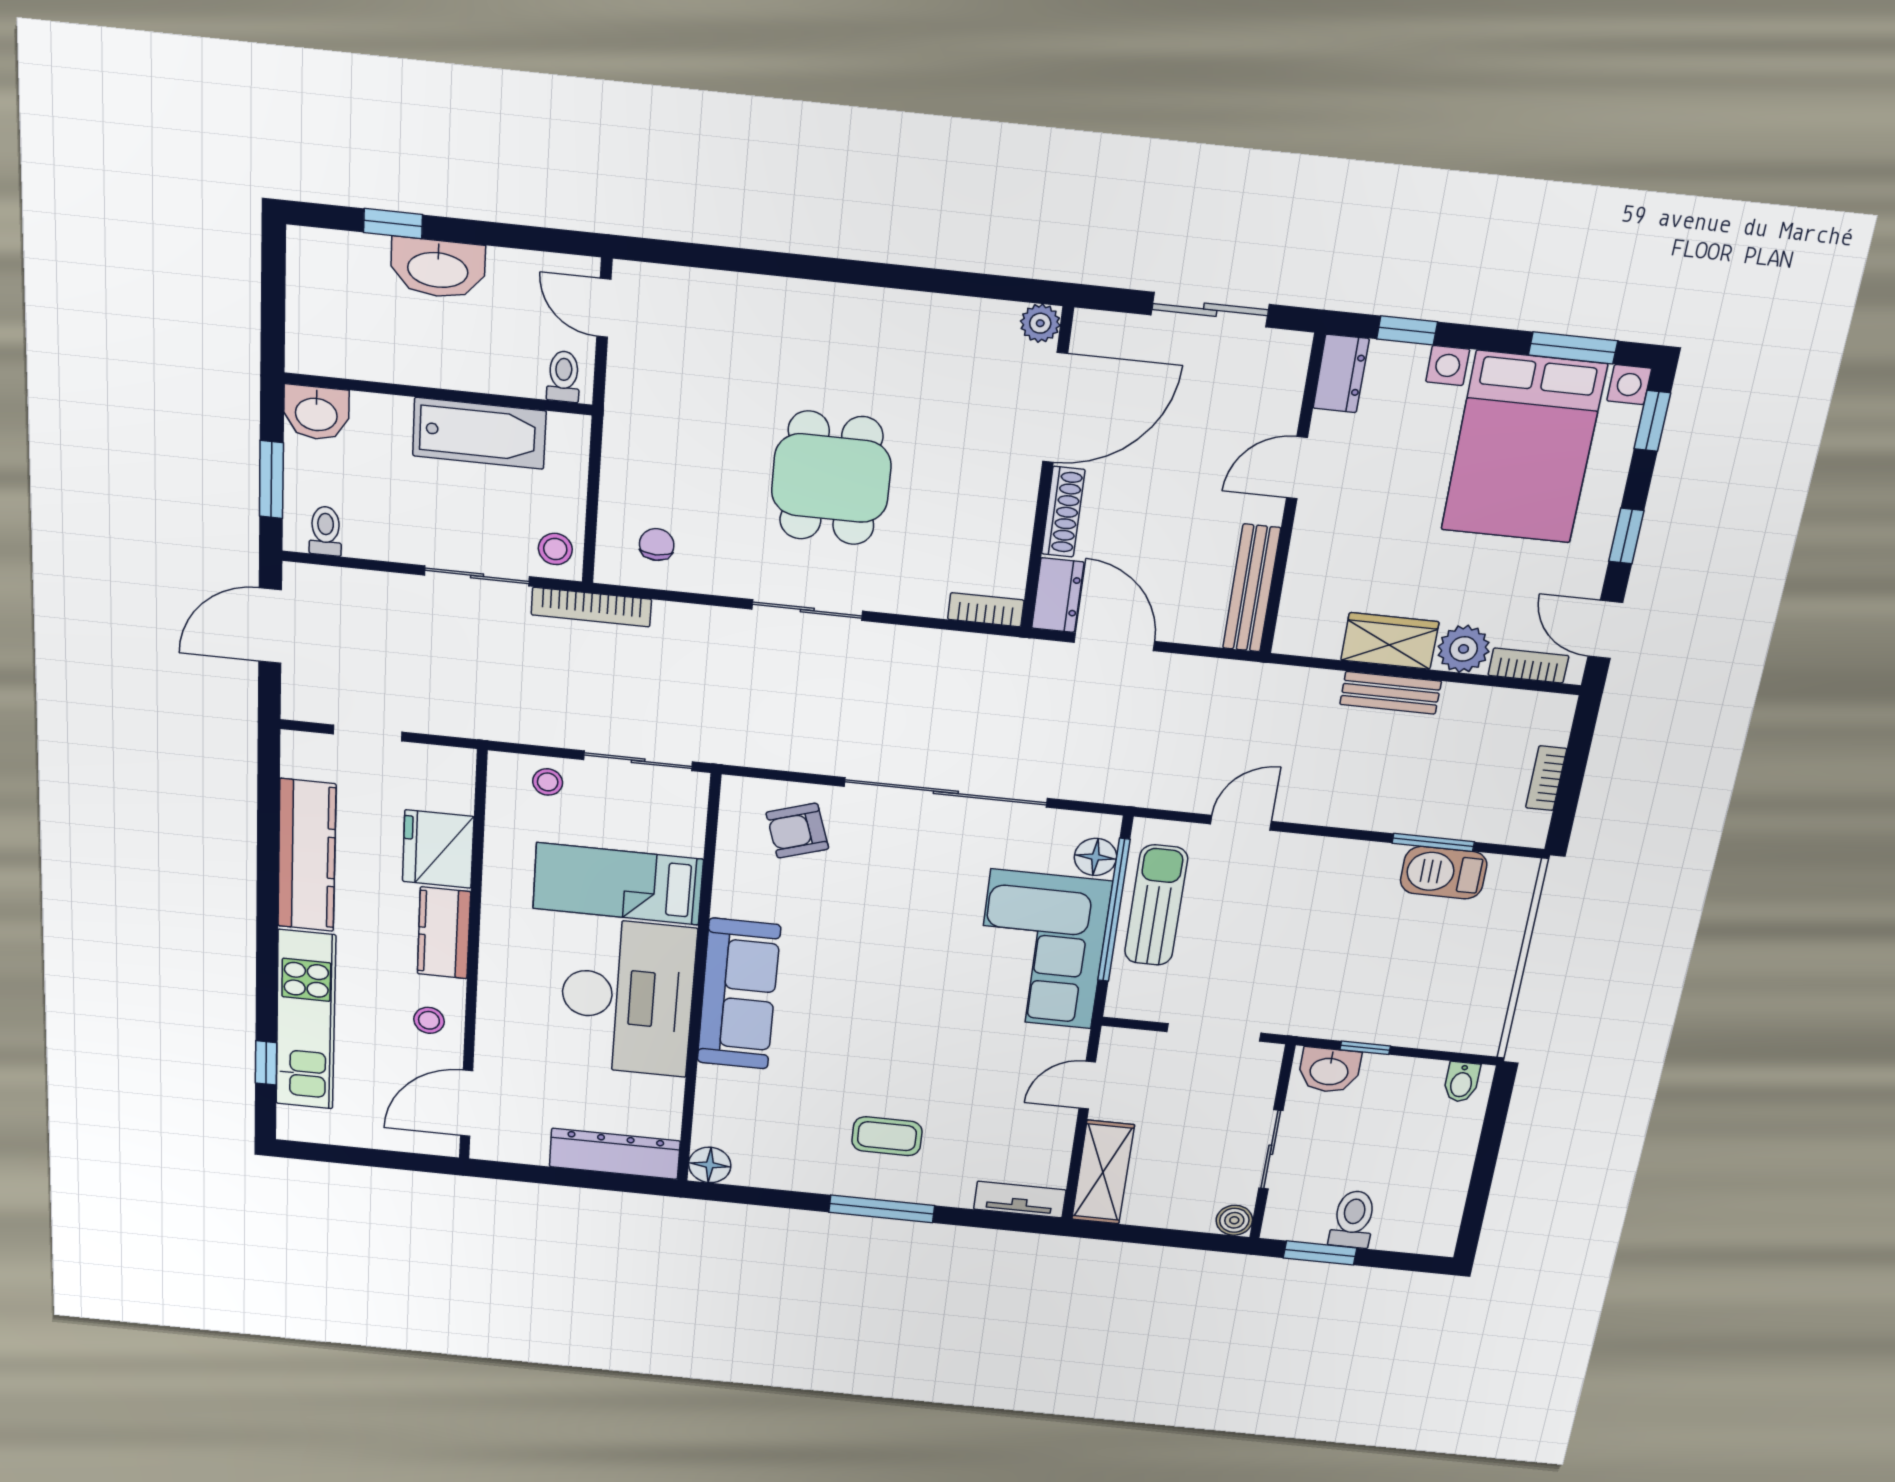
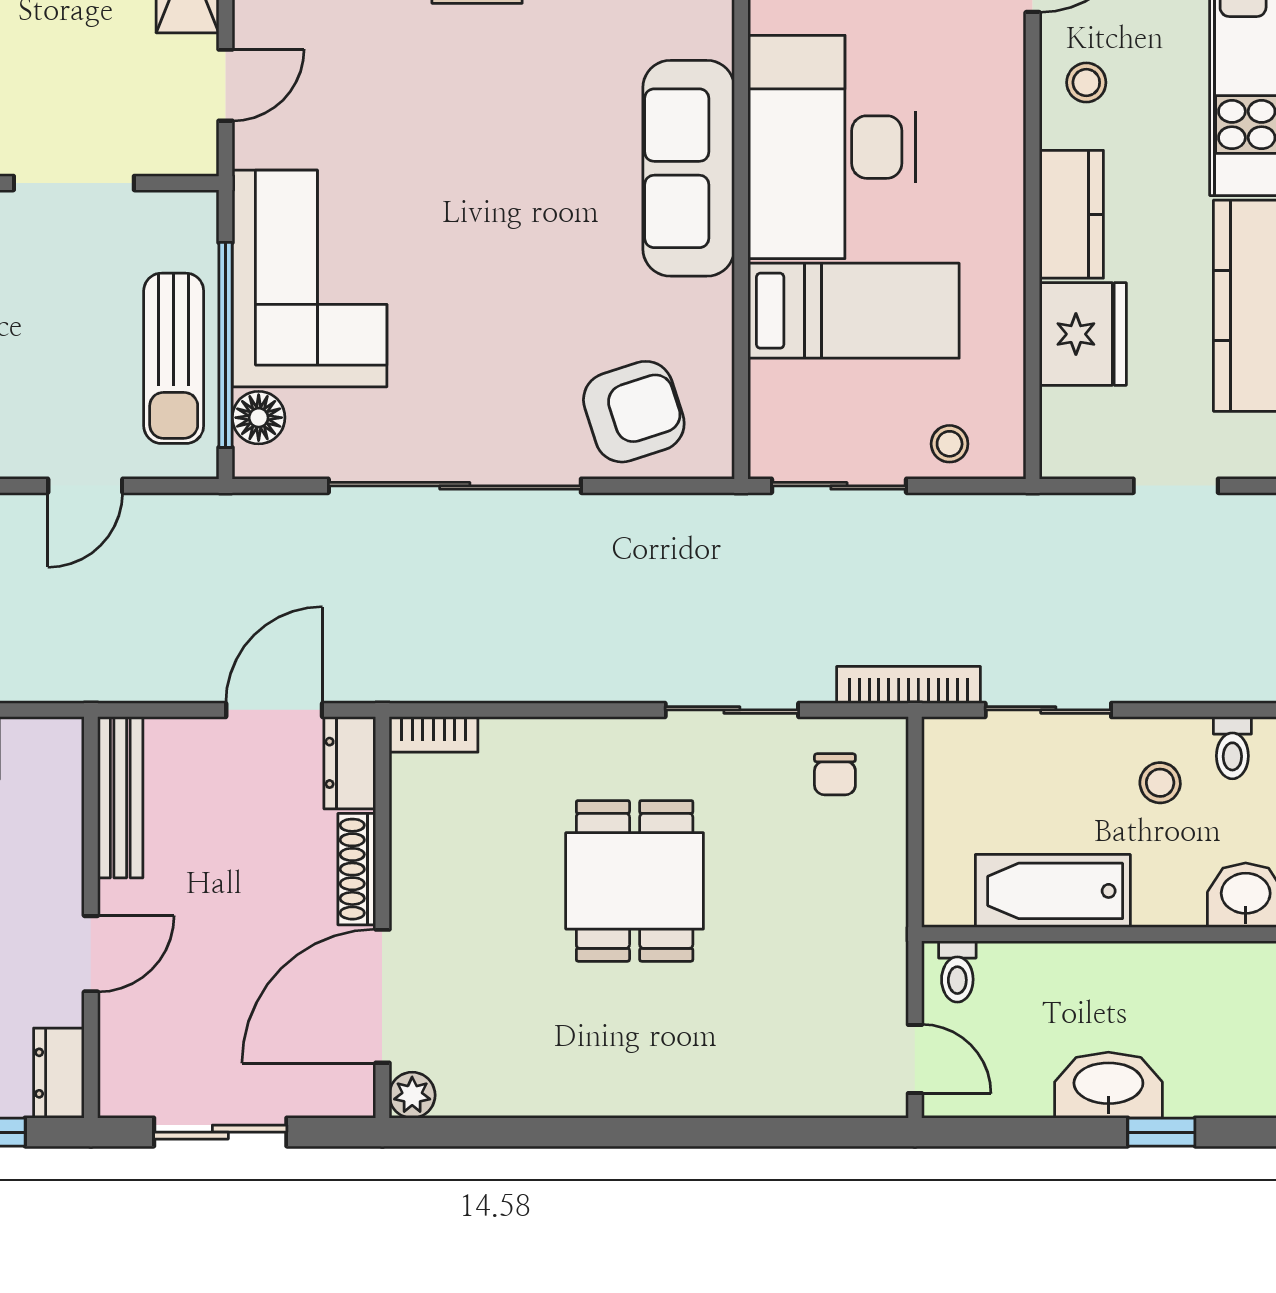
stool: (555, 549) -> (1160, 783), moved
sliding door: (807, 610) -> (732, 710), moved
door: (1114, 642) -> (274, 710), swing flipped
armchair: (797, 831) -> (634, 412), width x1.38, depth x1.38

